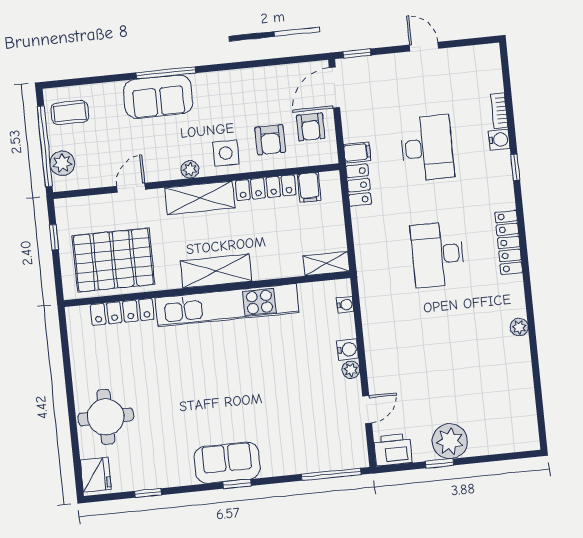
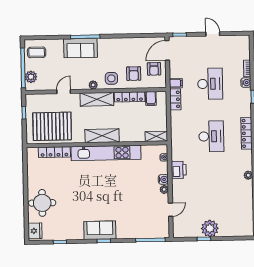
desk: (438, 254) -> (211, 136), turned 180
printer: (393, 450) -> (179, 170), moved, turned 90

